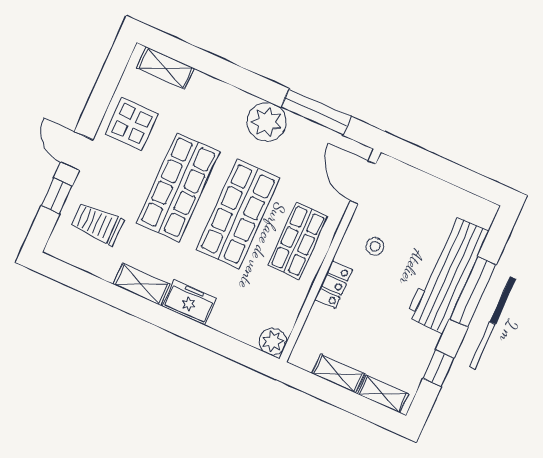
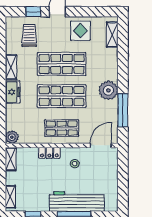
shelving: (338, 374) -> (11, 159), moved

